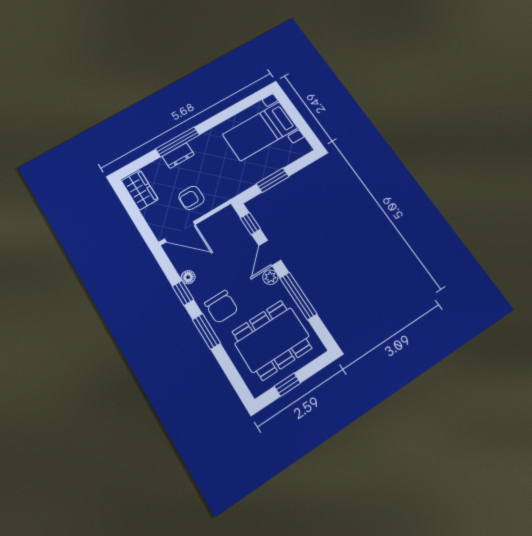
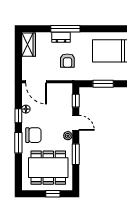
armchair: (191, 198) -> (67, 61), moved, turned -90
door: (270, 253) -> (76, 123), swing flipped
window: (298, 296) -> (76, 154), width x0.69
chair: (221, 307) -> (33, 135), turned -90
window: (287, 385) -> (53, 194), moved

